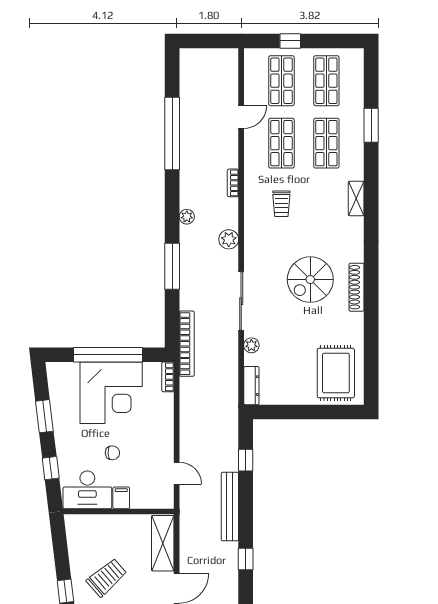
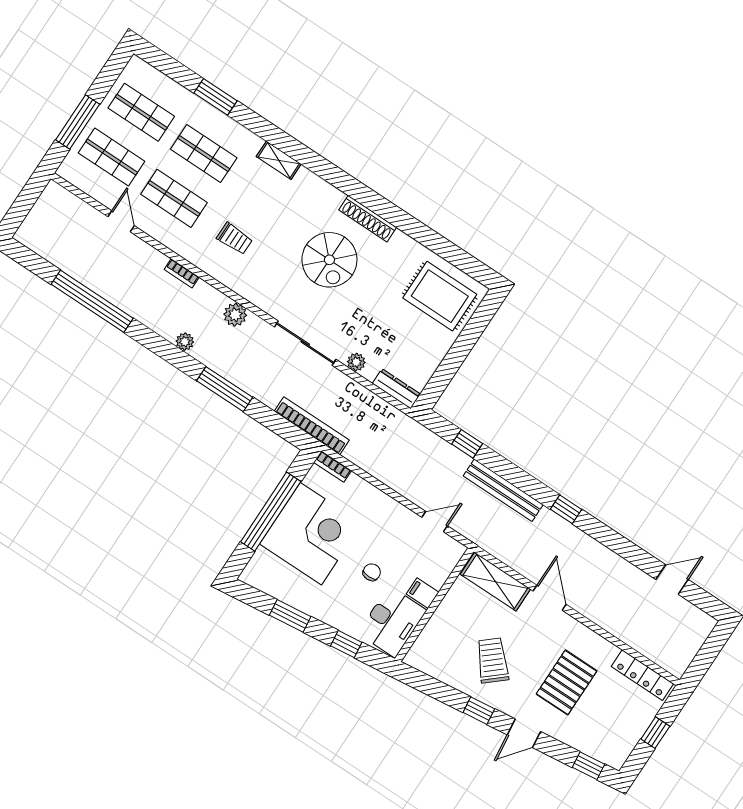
window: (290, 41) -> (78, 122), width x2.17

